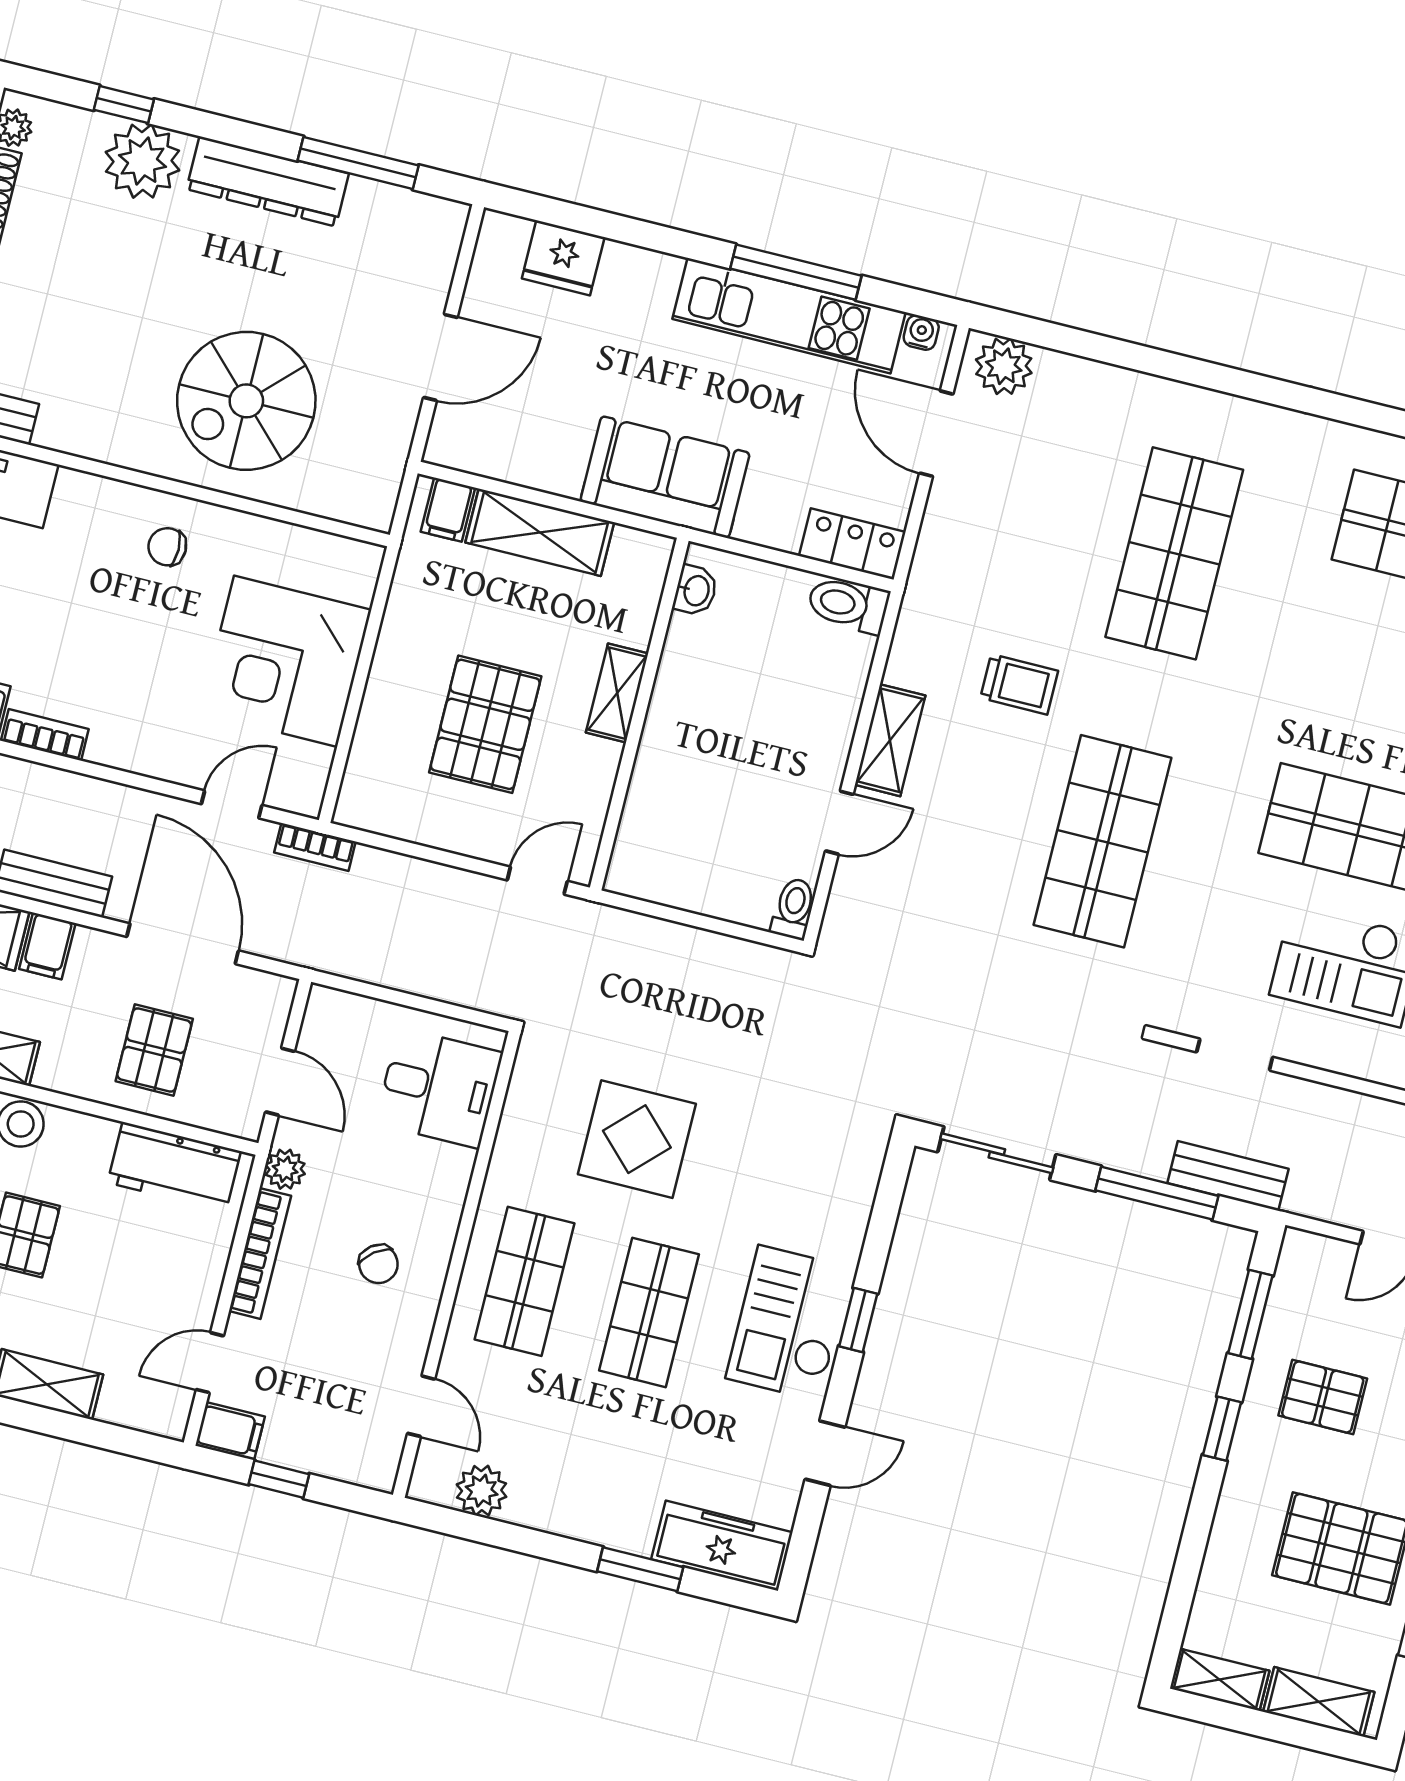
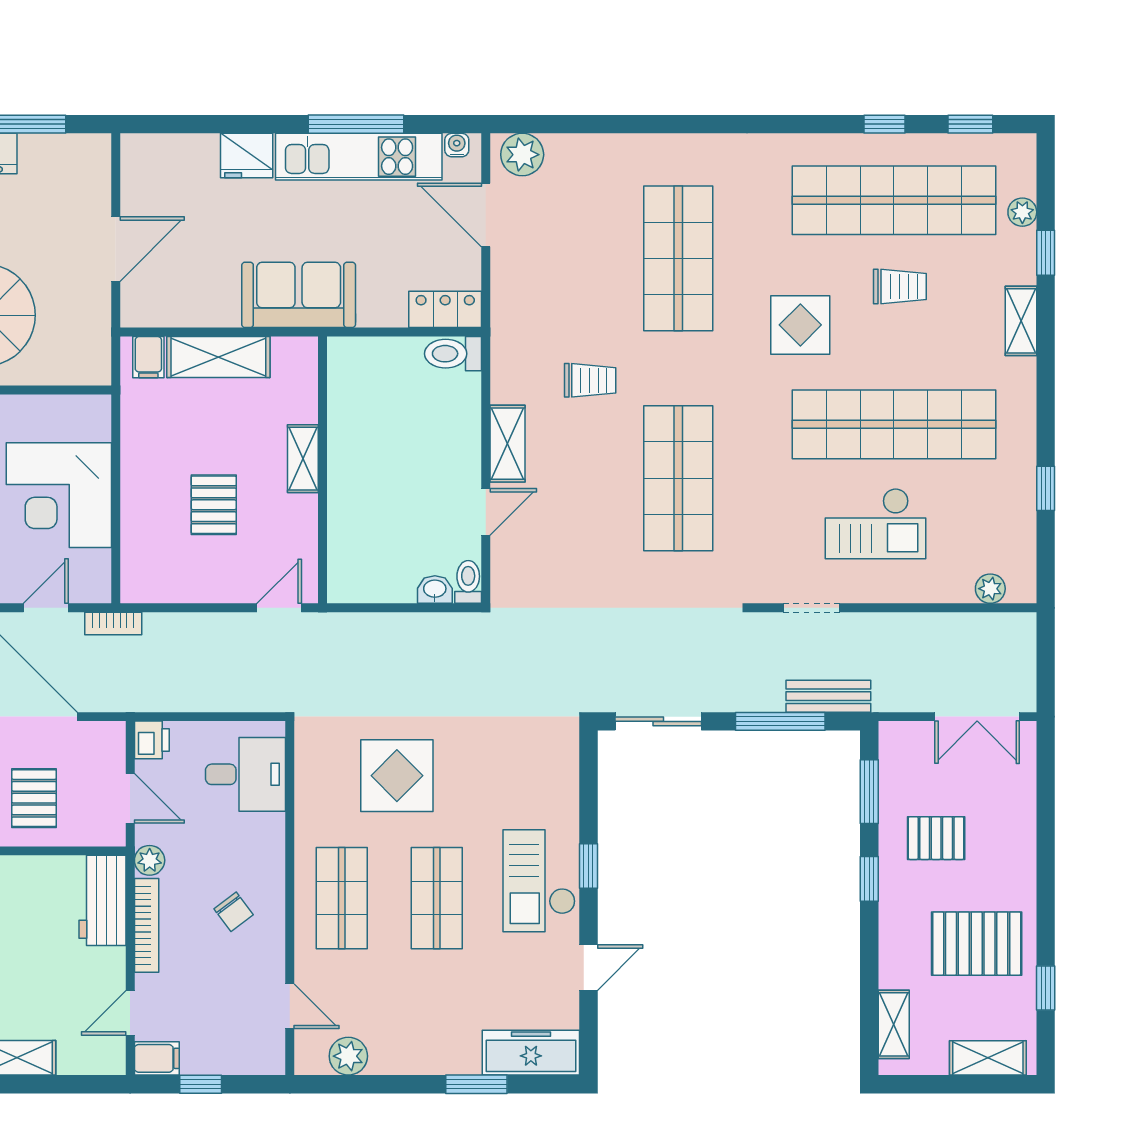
fridge: (563, 258) -> (247, 156), moved
washbasin: (696, 590) -> (435, 589), moved, turned -90
display table: (1312, 680) -> (800, 325), added
pallet: (485, 724) -> (214, 505), width x0.67, depth x0.71
printer: (327, 1012) -> (152, 740), added
workbench: (174, 1167) -> (103, 900), moved, turned 90
shelving: (1220, 1680) -> (894, 1024), moved, turned 90

